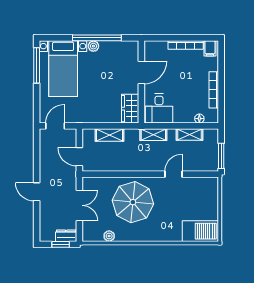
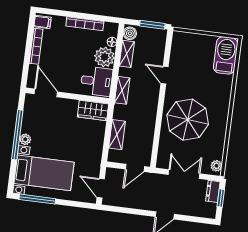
door: (141, 72) -> (46, 93), moved
plant: (184, 113) -> (105, 57), added
boiler: (210, 135) -> (130, 33), added
plant: (109, 236) -> (216, 166), moved

